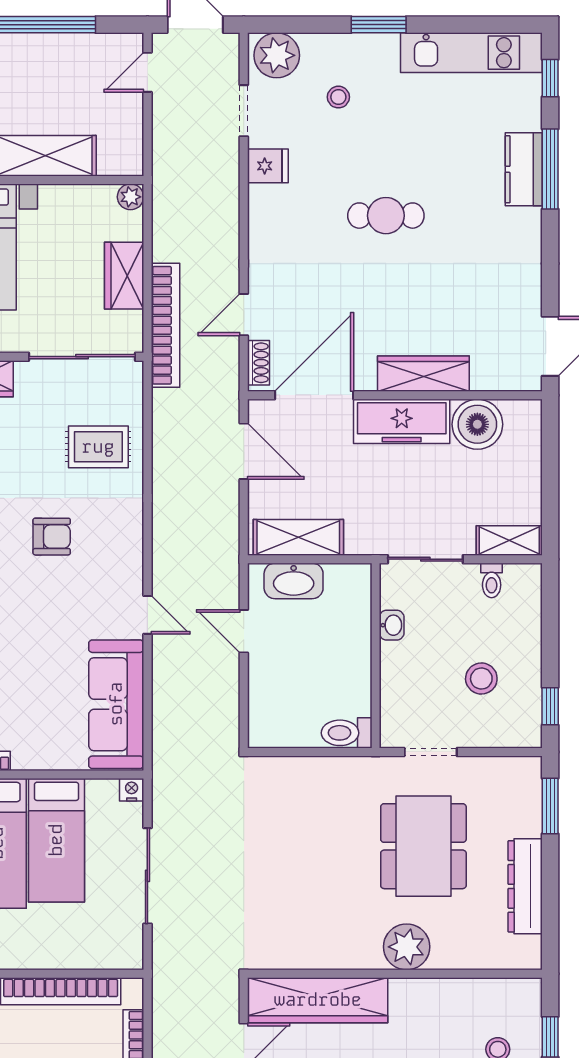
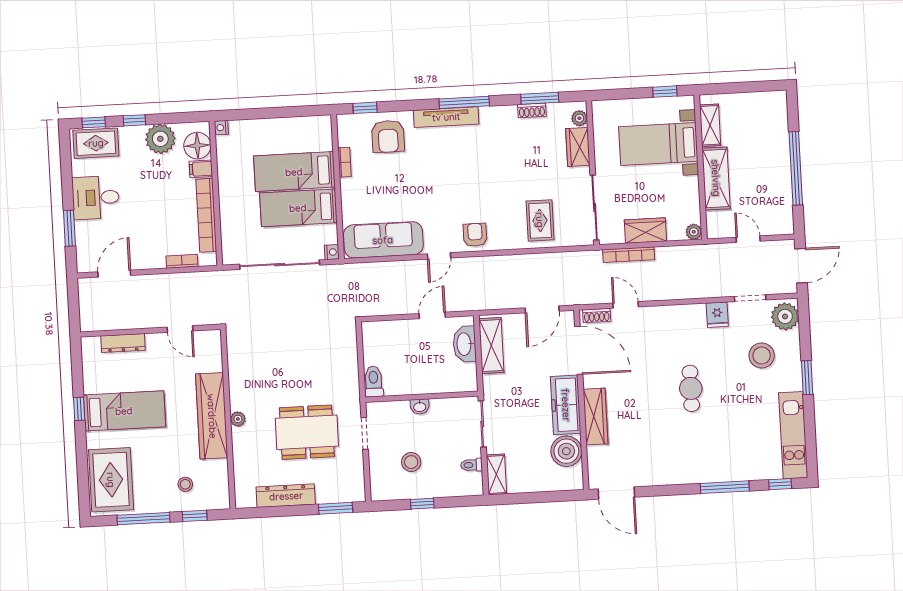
door: (147, 72) -> (748, 239), moved
stool: (338, 97) -> (762, 355), width x1.89, depth x1.89
kitchen counter: (524, 169) -> (724, 471), removed
bookcase: (165, 325) -> (629, 255), width x0.68, depth x0.76
armchair: (52, 537) -> (475, 235), moved, turned 180
washbasin: (392, 625) -> (420, 407), moved
window: (550, 706) -> (422, 504), moved
sliding door: (147, 876) -> (280, 265), width x1.36
plant: (407, 947) -> (238, 419), width x0.53, depth x0.53
wardrobe: (318, 1000) -> (212, 416), moved

